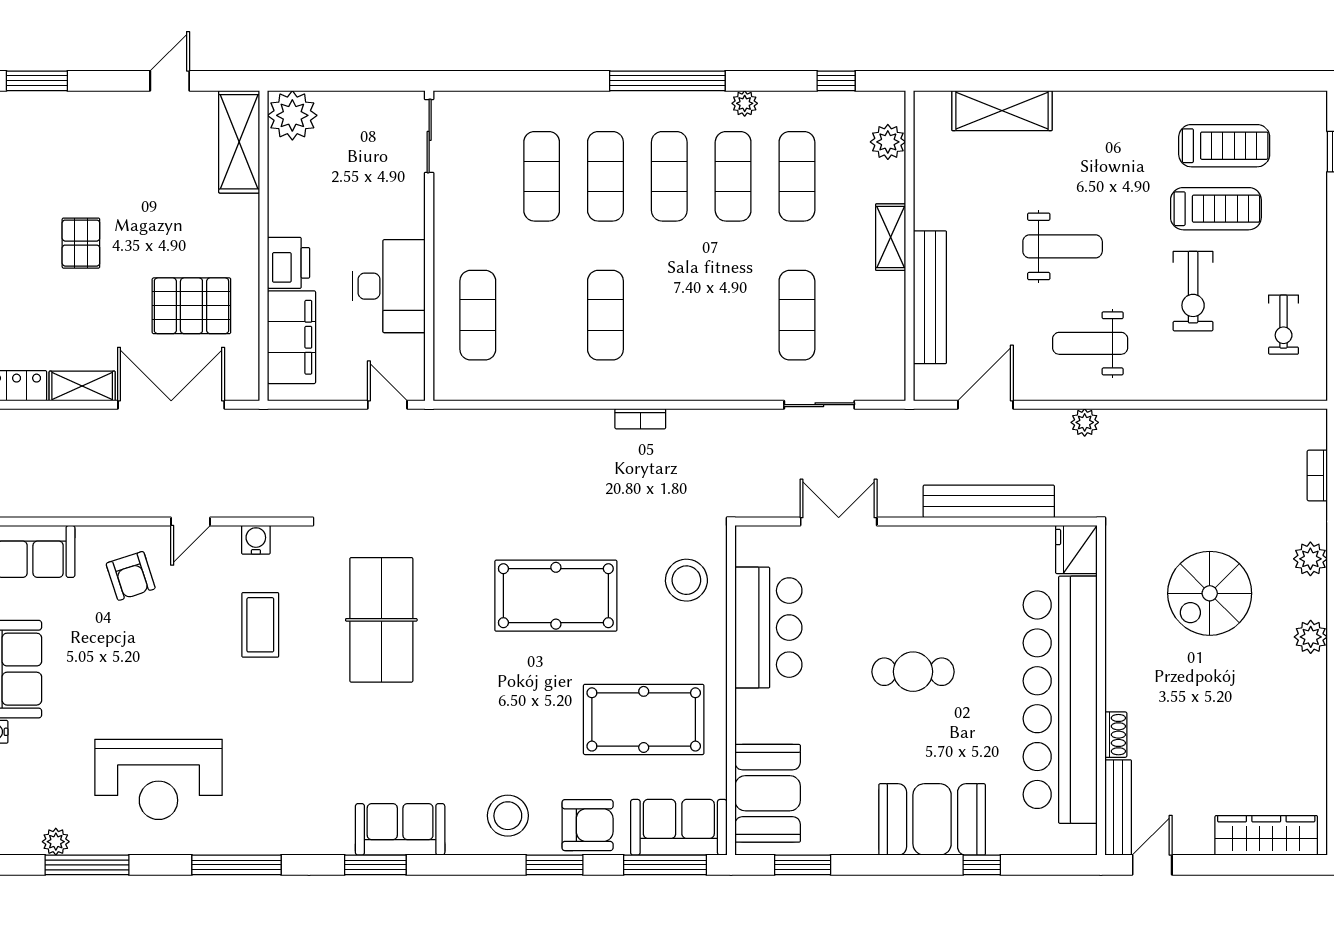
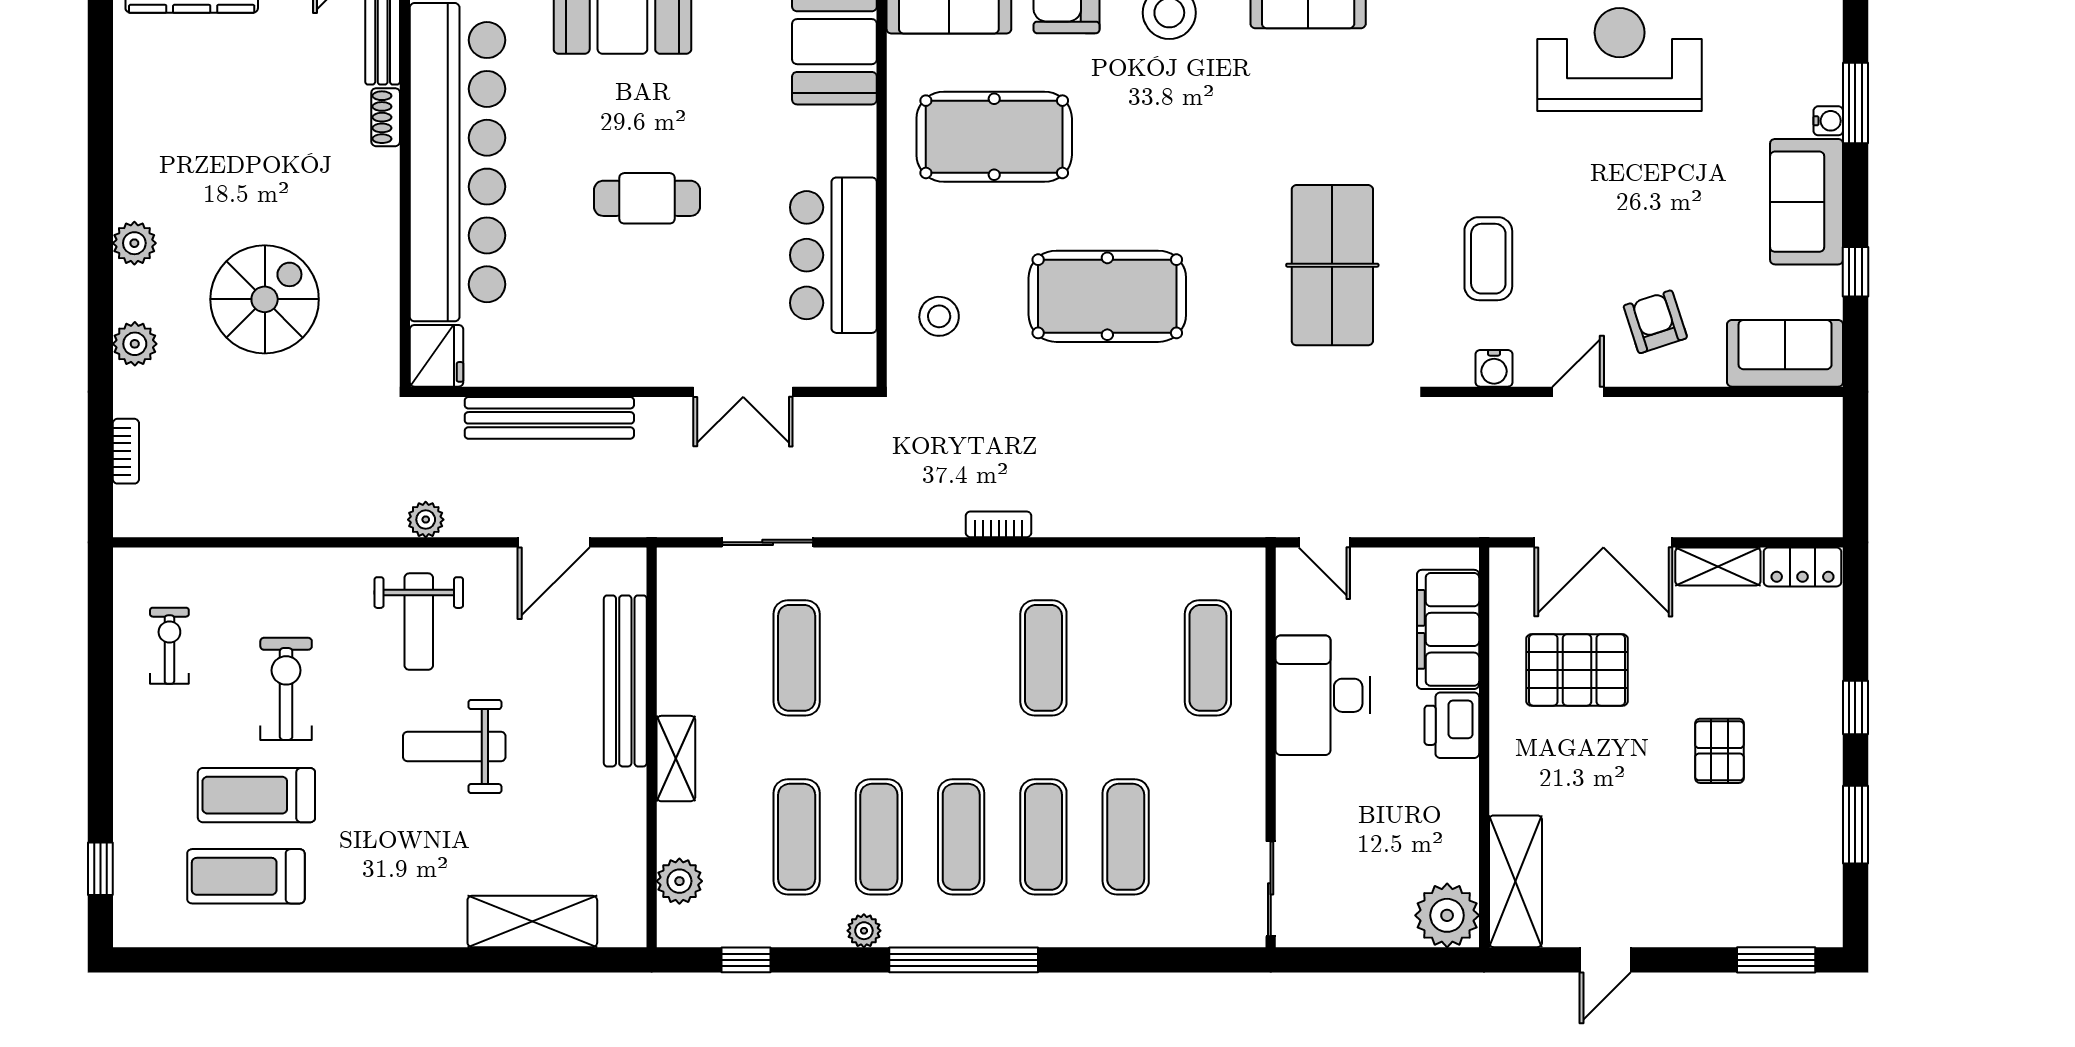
weight bench: (1090, 343) -> (419, 622), turned 90
stool: (686, 580) -> (939, 316), width x0.73, depth x0.73

